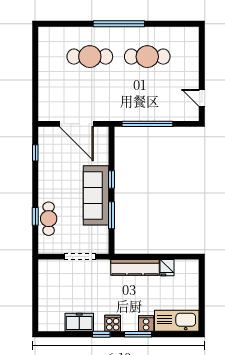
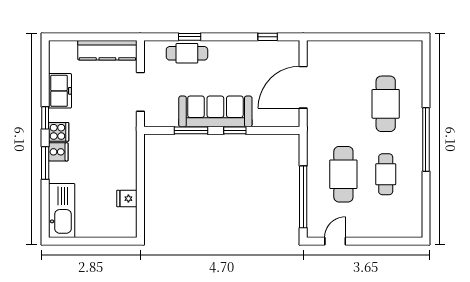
cafe table: (147, 57) -> (386, 174), width x0.73, depth x0.74
cafe table: (147, 91) -> (343, 174), added
window: (147, 124) -> (303, 197), moved
kitchen counter: (135, 267) -> (107, 50), moved, turned -90
cooker: (146, 324) -> (58, 152), moved

